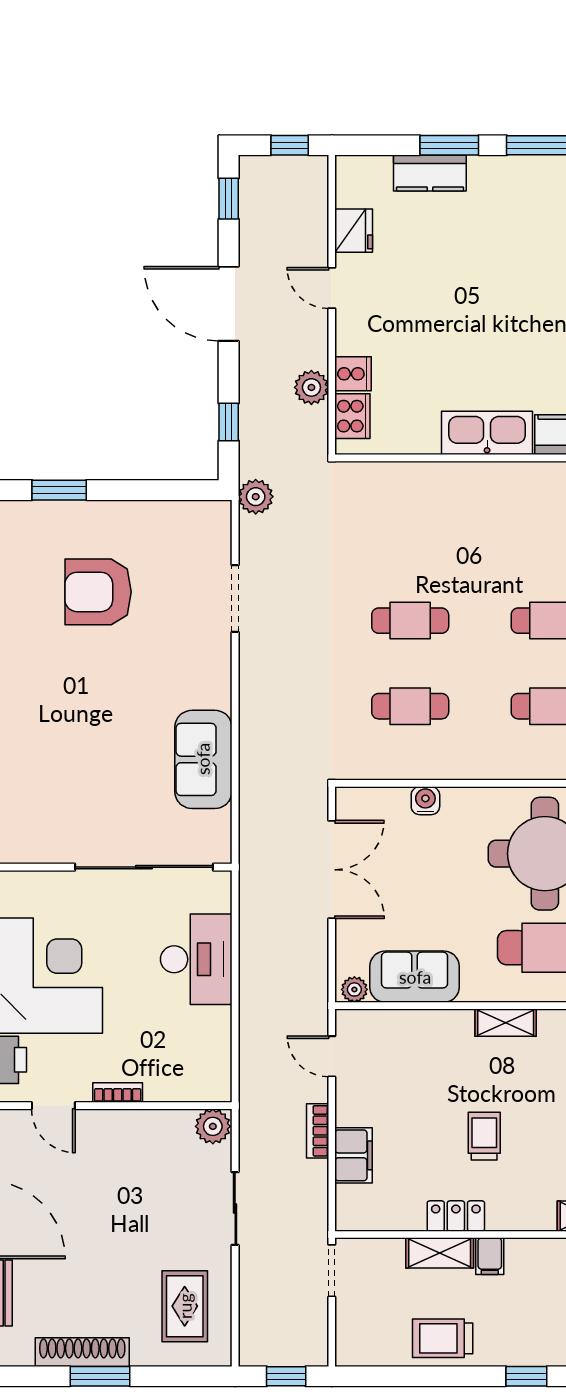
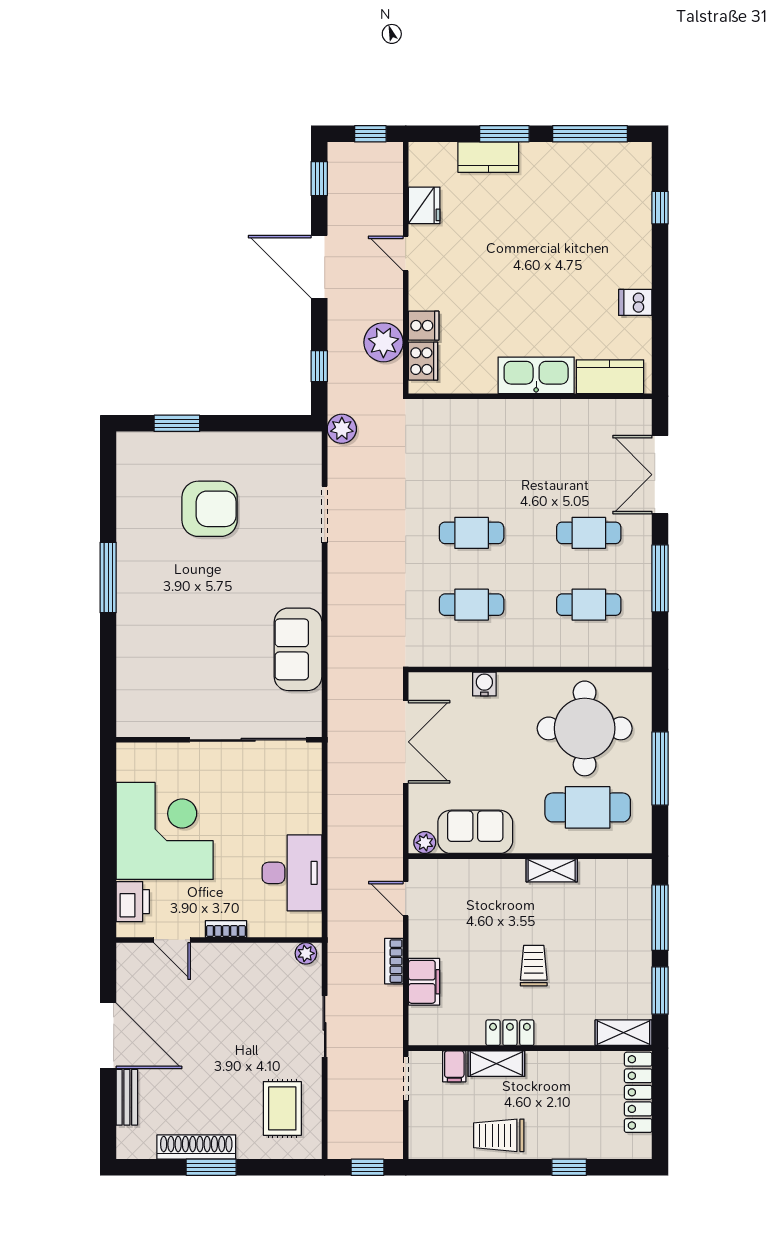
plant: (311, 387) -> (383, 342), width x1.36, depth x1.36
armchair: (98, 592) -> (210, 509), turned 180
desk: (196, 959) -> (292, 873), moved
plant: (213, 1126) -> (306, 953), width x0.73, depth x0.73
filing cabinet: (490, 1256) -> (454, 1066), moved

